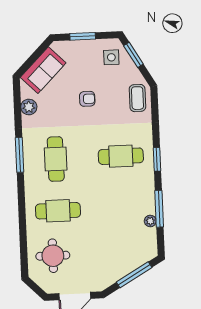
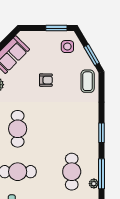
window: (83, 36) -> (56, 28), moved
window: (133, 55) -> (92, 55), moved
cafe table: (121, 156) -> (72, 172), moved, turned 90

